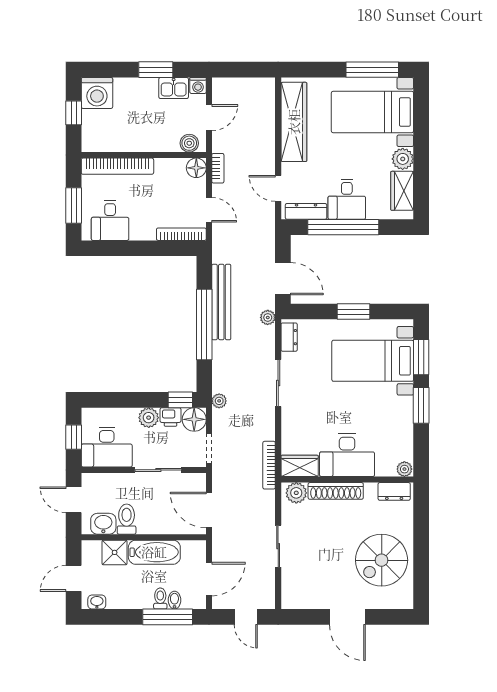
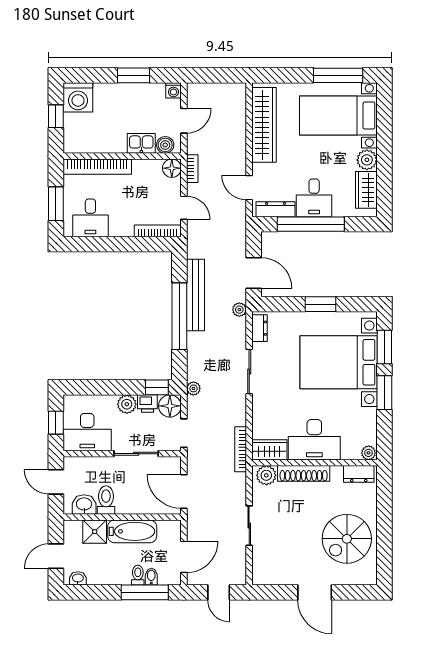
kitchen sink: (174, 88) -> (141, 143), moved, turned 180
bed with nightstands: (373, 361) -> (339, 362), width x1.36

